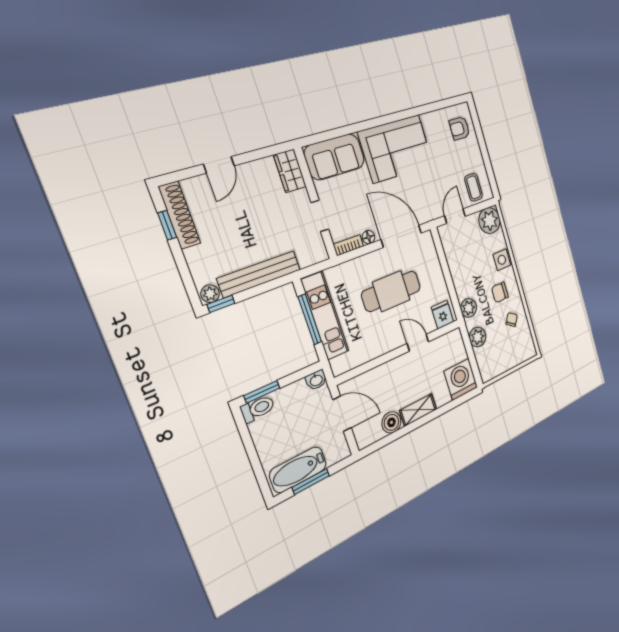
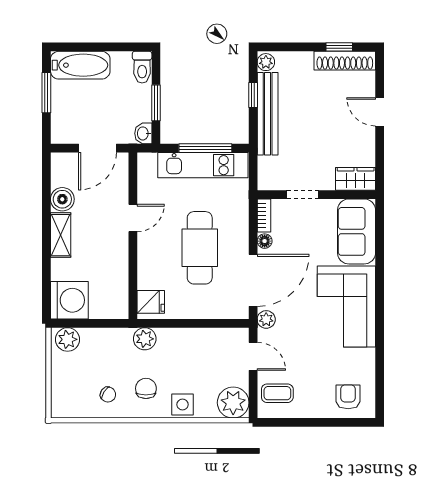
plant: (426, 215) -> (266, 319), added
window: (221, 304) -> (253, 95), moved
plant: (478, 337) -> (68, 339), moved
door: (418, 343) -> (133, 218), moved
window: (262, 392) -> (156, 103), moved
bathtub: (298, 470) -> (80, 65), moved, turned 90

